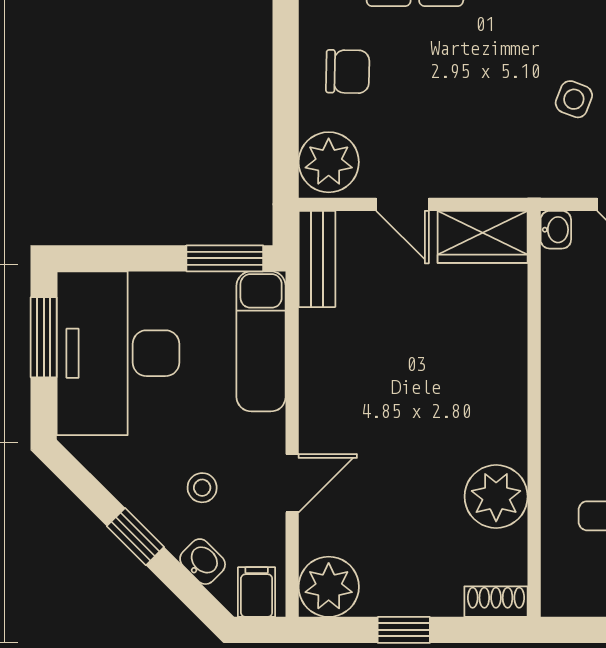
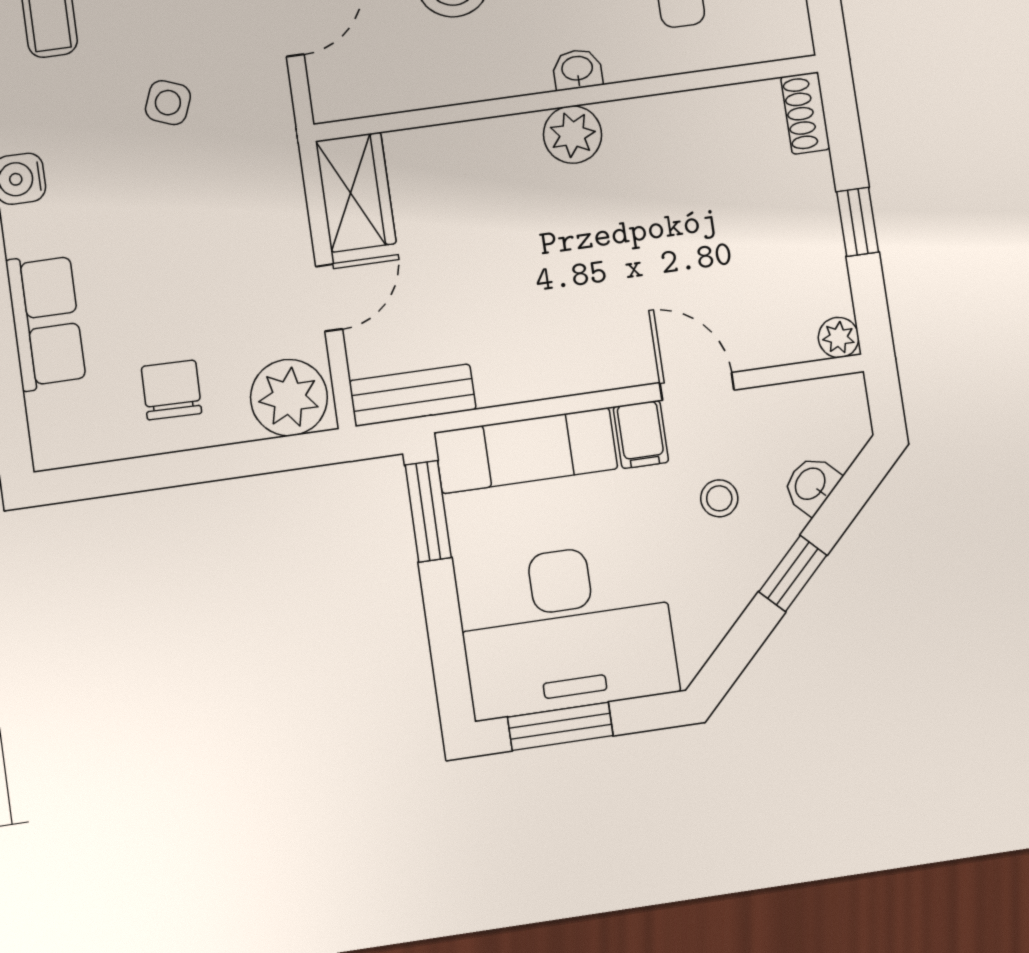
washbasin: (556, 230) -> (577, 69), moved
plant: (496, 496) -> (573, 135), moved, width x0.73, depth x0.73
plant: (329, 587) -> (839, 338), width x0.53, depth x0.53
filing cabinet: (257, 592) -> (641, 434), moved, turned -90

